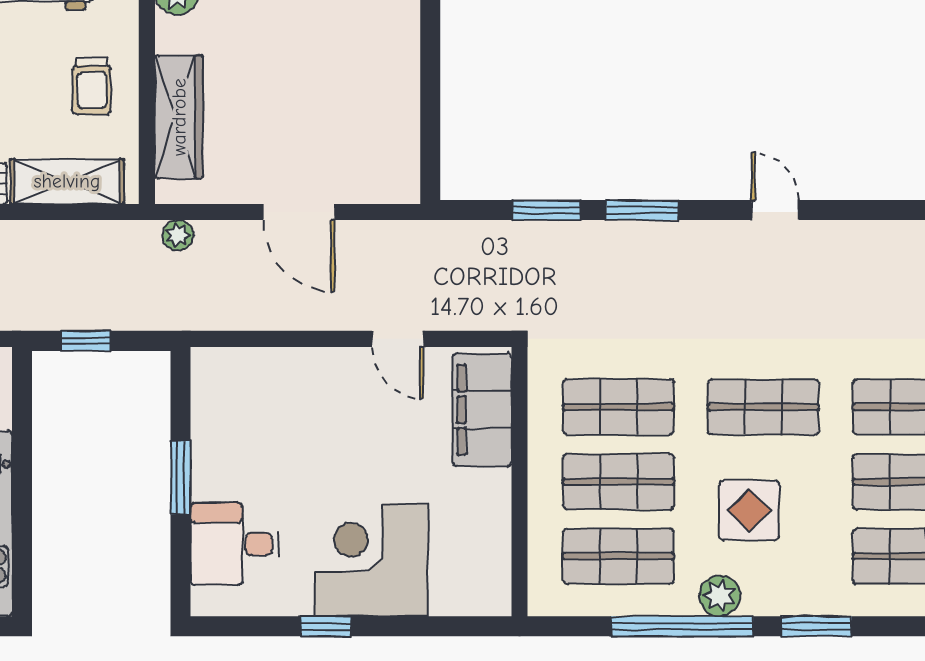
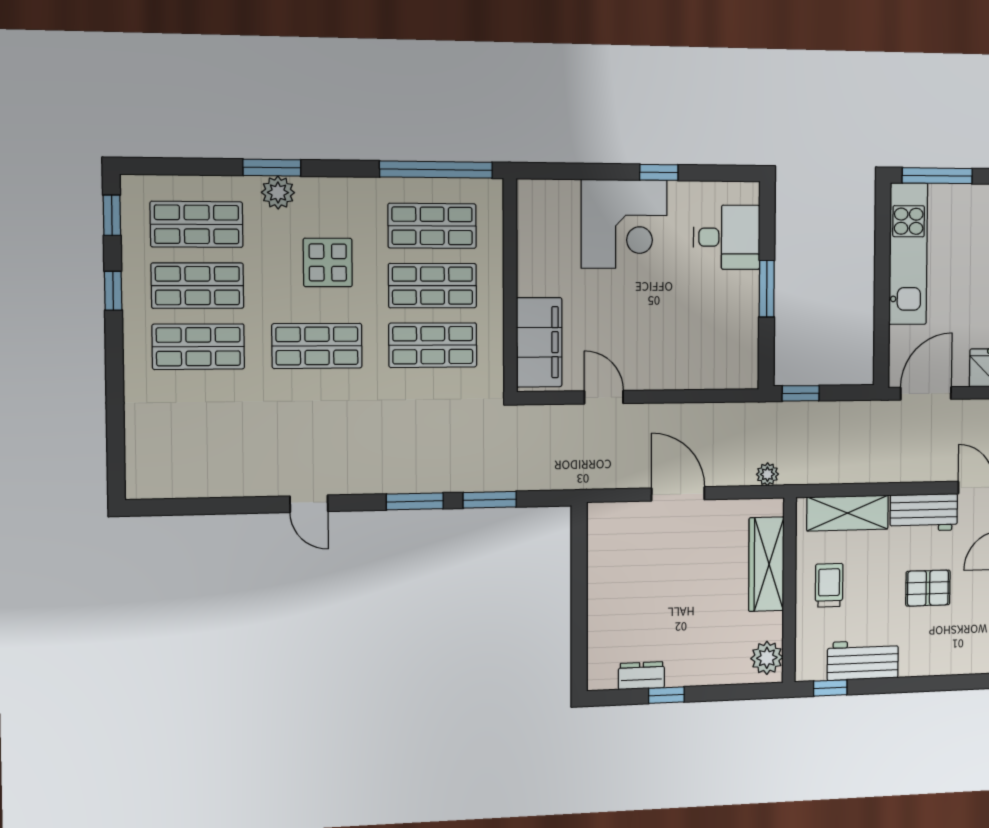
window: (86, 341) -> (801, 393), moved
plant: (720, 596) -> (278, 193), moved
window: (682, 626) -> (436, 170), moved

